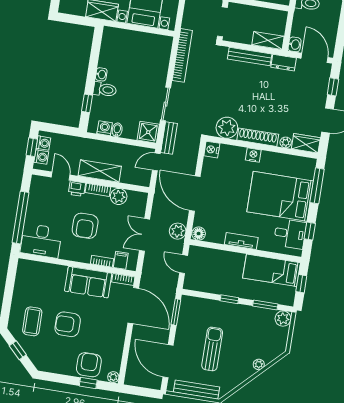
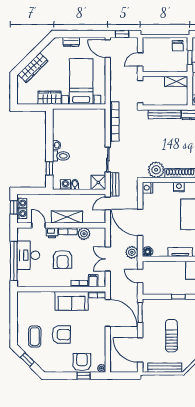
shelving: (268, 41) -> (176, 81), moved
desk: (41, 241) -> (28, 255), moved, turned 90
armchair: (68, 324) -> (61, 335), turned 180

